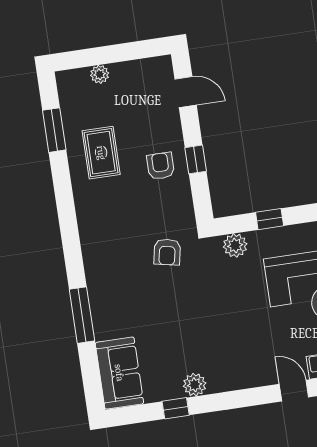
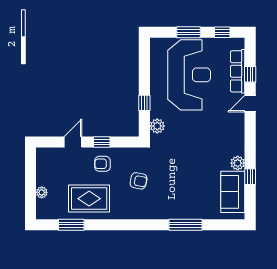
door: (186, 92) -> (73, 142), moved
rug: (101, 153) -> (89, 199), width x1.36, depth x1.43
armchair: (167, 252) -> (139, 181), moved
sofa: (119, 373) -> (233, 192), moved, turned -90

